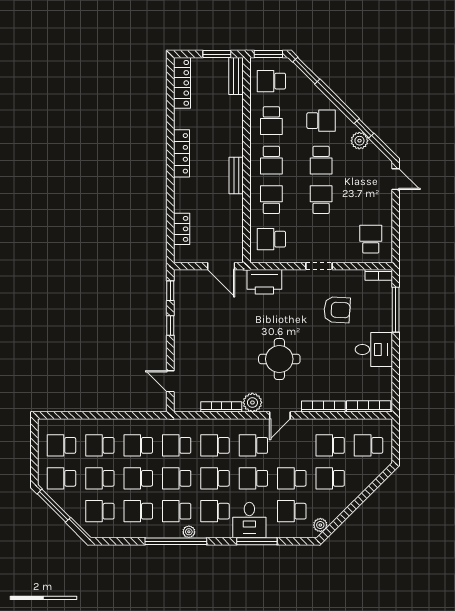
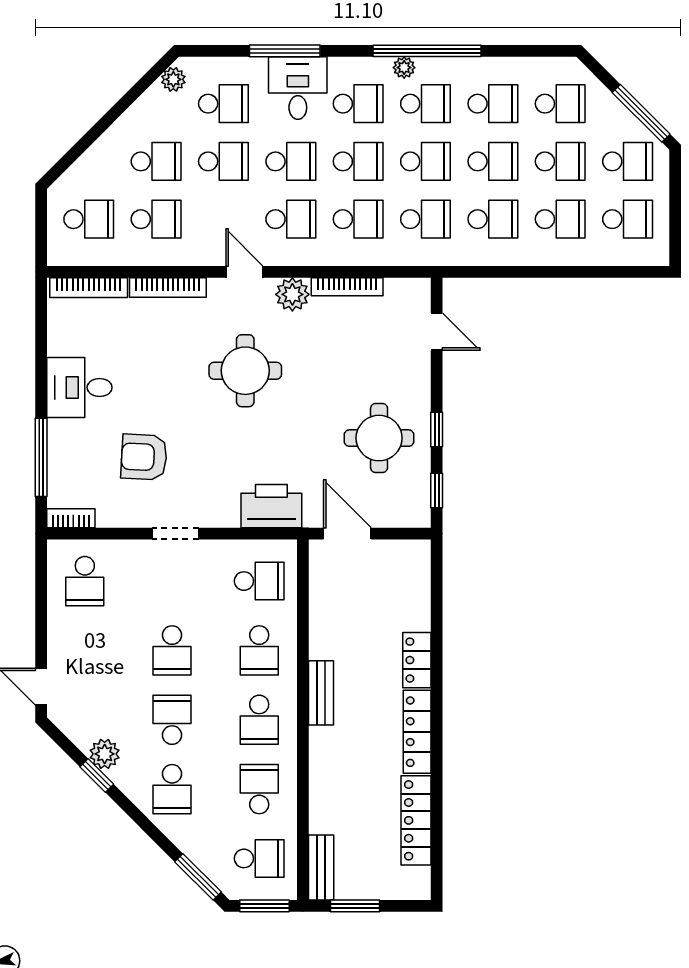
locker: (182, 83) -> (416, 820), moved
school desk: (321, 121) -> (172, 789), turned -90
school desk: (271, 160) -> (259, 720), turned 180
locker: (182, 229) -> (417, 660), moved
round table: (203, 321) -> (379, 438), added
door: (280, 415) -> (244, 272), hinge flipped

